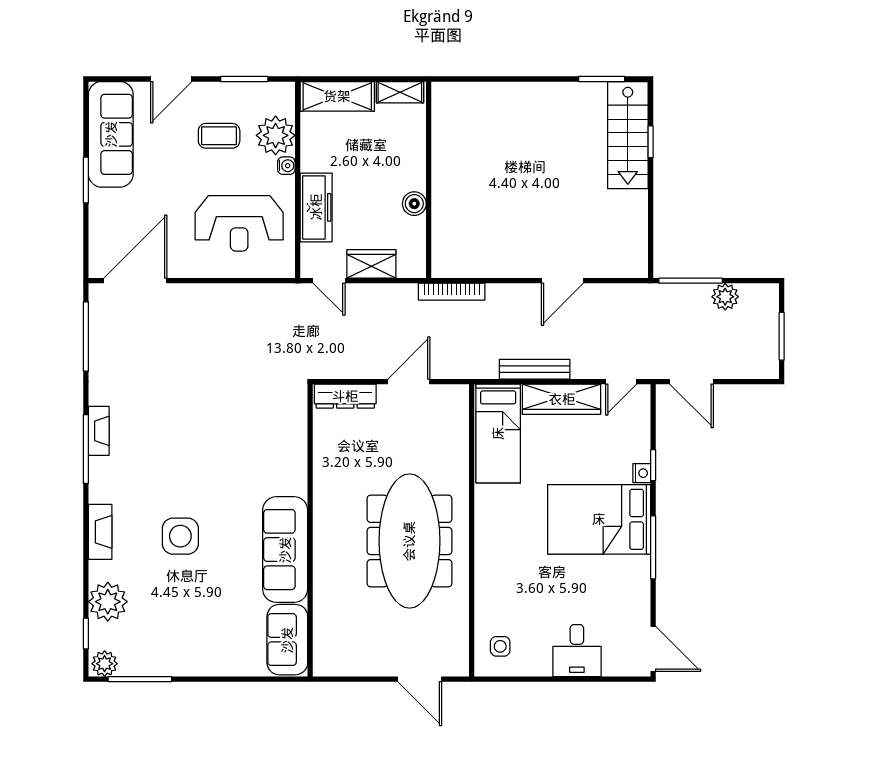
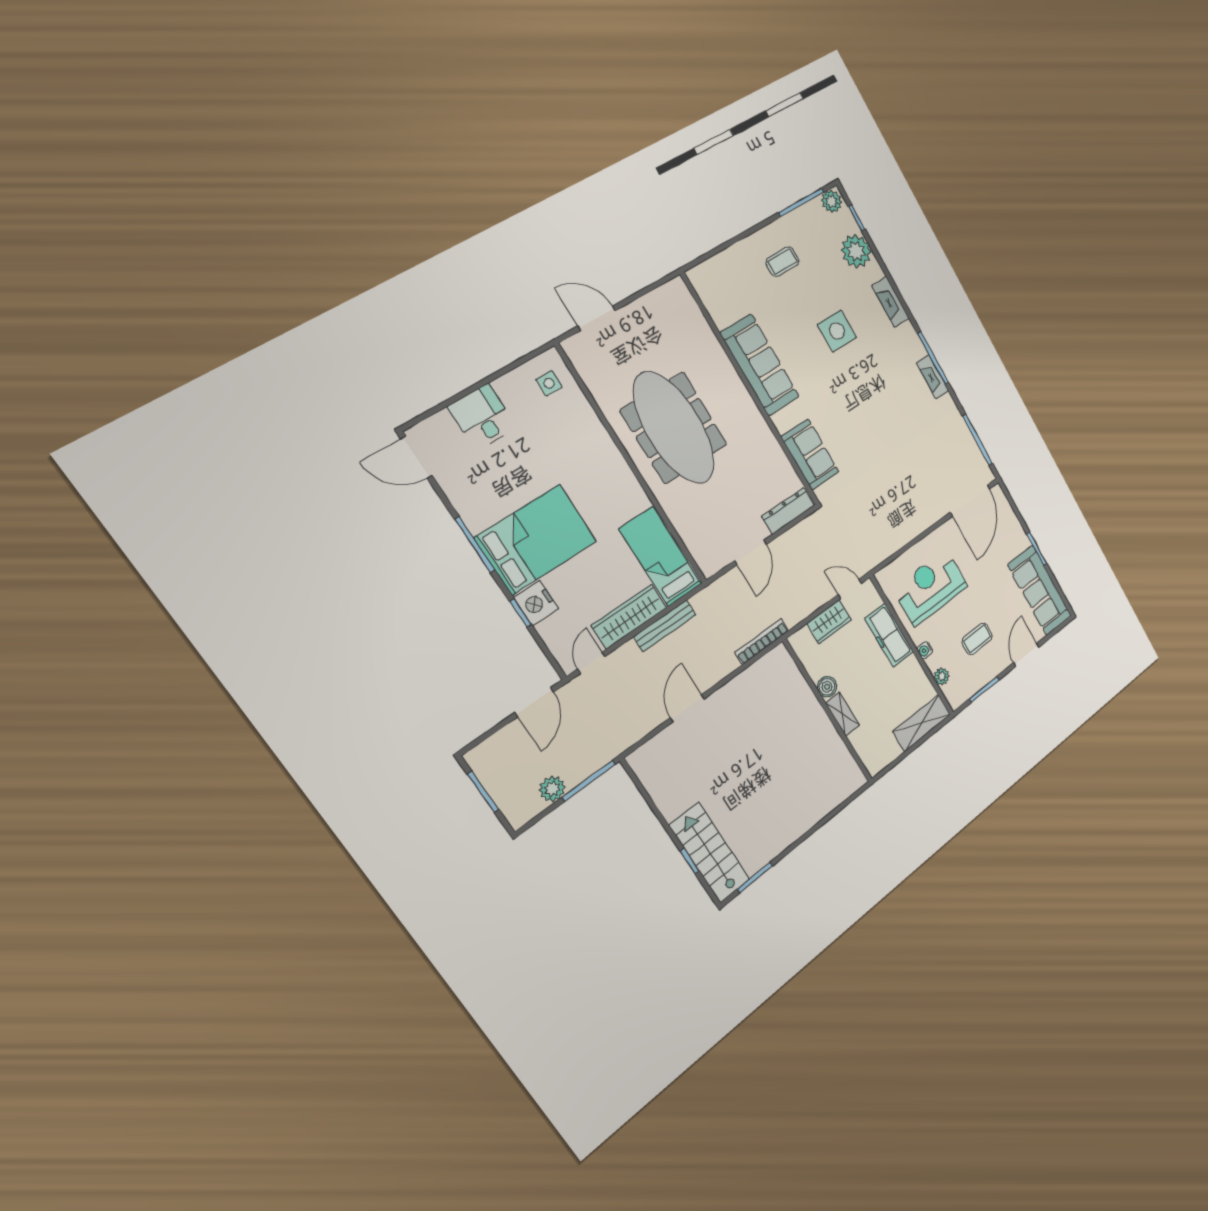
shelving: (400, 92) -> (843, 714), moved, turned 90
plant: (276, 135) -> (942, 677), width x0.53, depth x0.53
door: (691, 382) -> (534, 702), swing flipped
nightstand: (642, 473) -> (536, 603), width x1.89, depth x1.79
coffee table: (198, 633) -> (782, 262), added
sofa: (287, 640) -> (810, 455), moved

